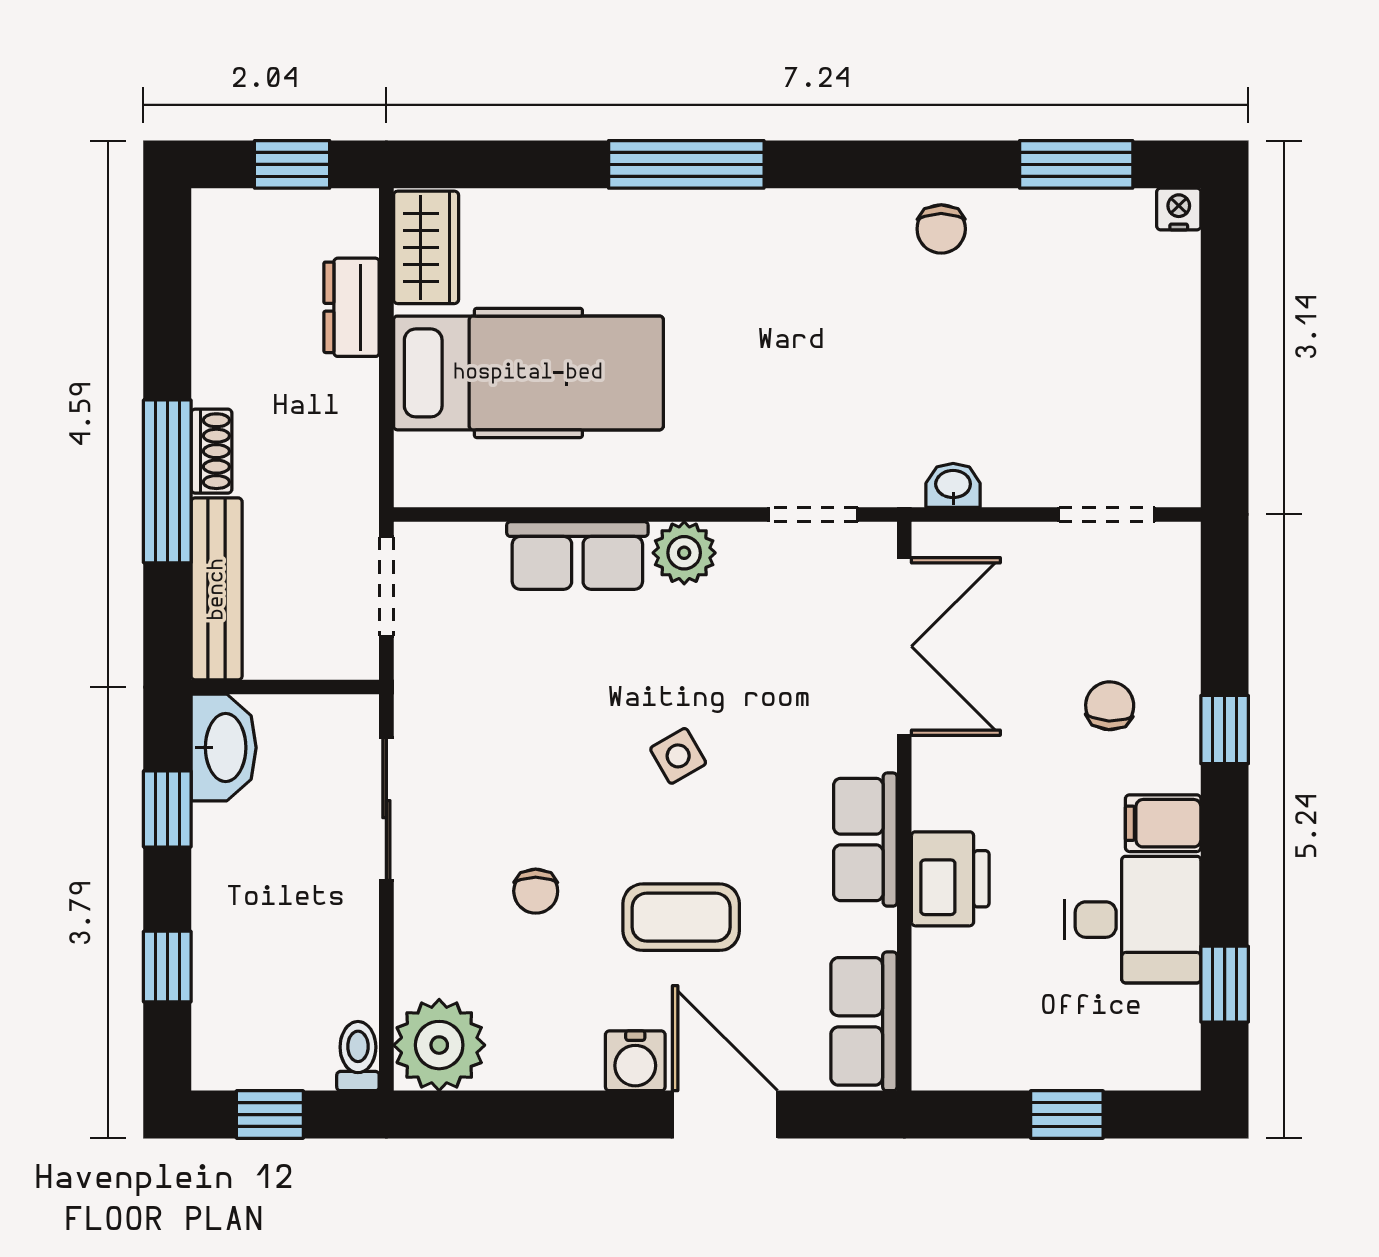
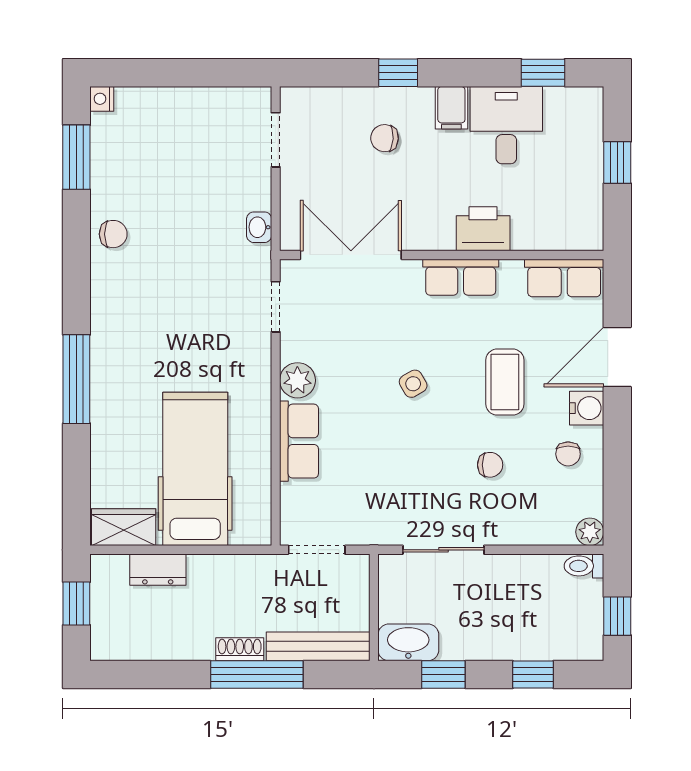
chair: (555, 1028) -> (568, 454), added
plant: (439, 1045) -> (590, 532), width x0.53, depth x0.53

